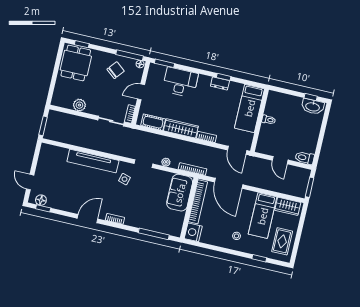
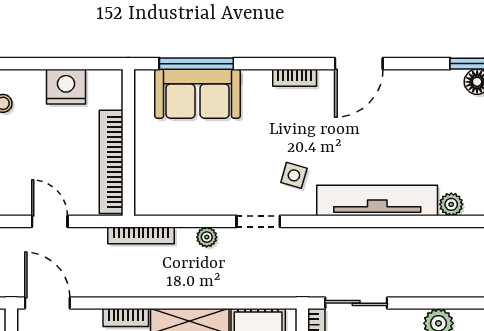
plant: (63, 152) -> (451, 204), added
door: (229, 183) -> (50, 221), width x0.53
sofa: (180, 193) -> (198, 94), moved, turned 90
nightstand: (193, 232) -> (66, 87), moved, turned -90

